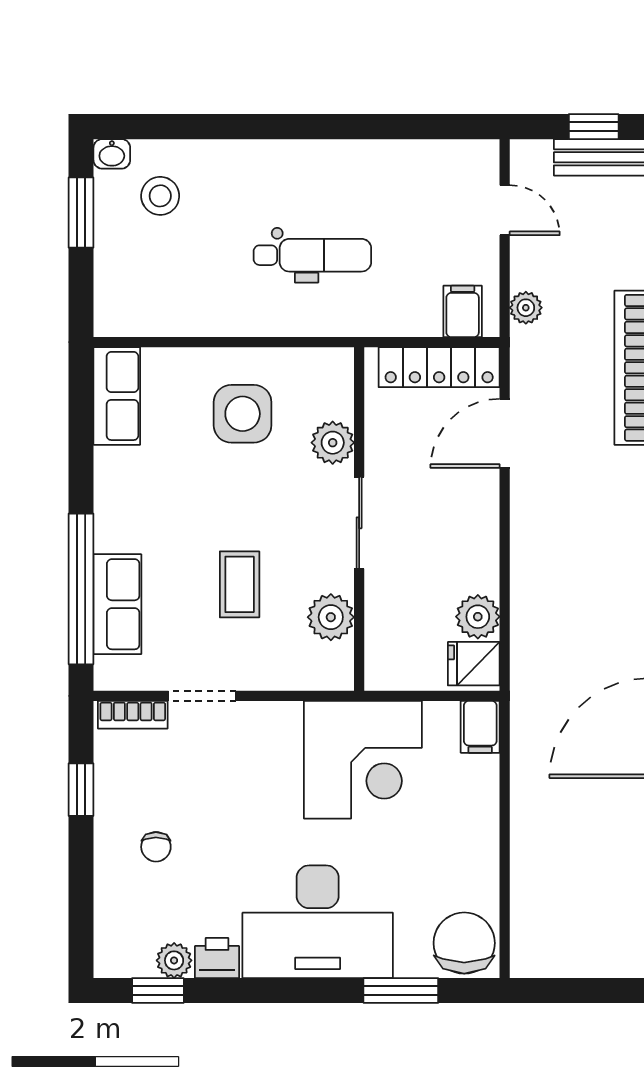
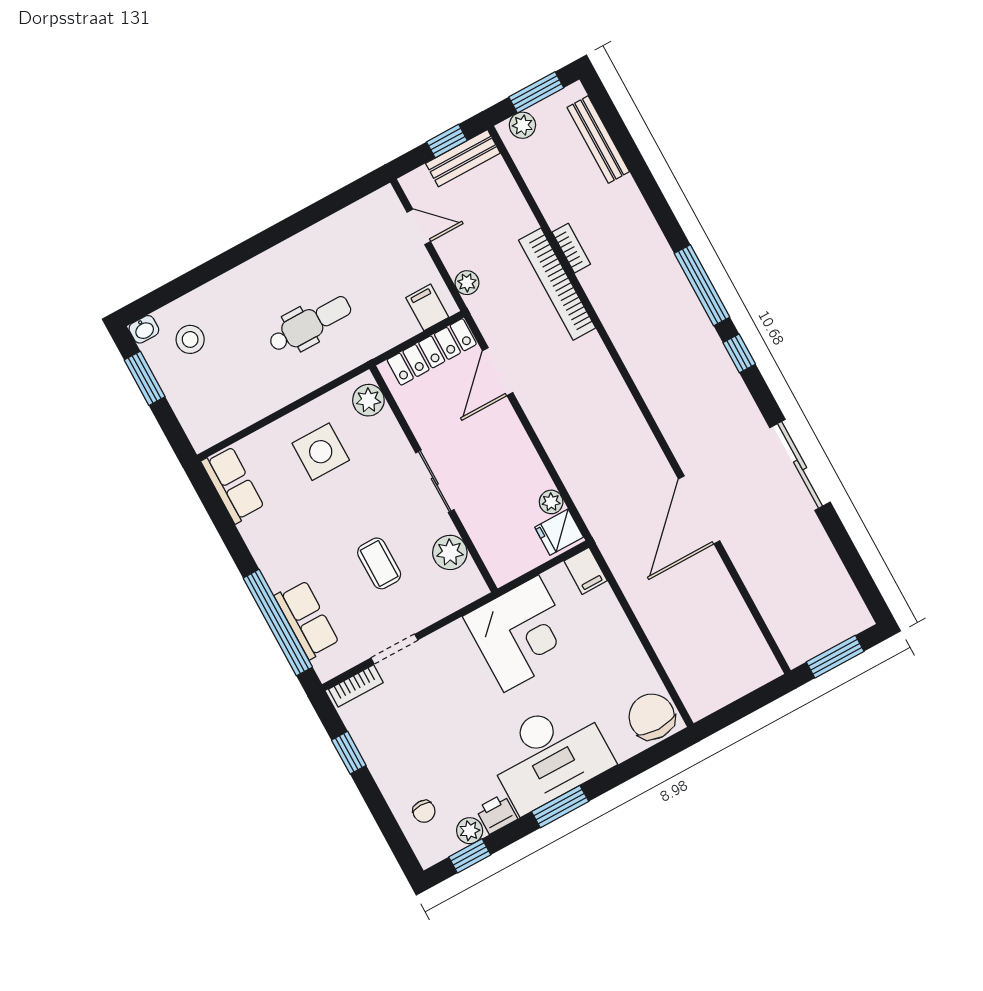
plant: (333, 443) -> (368, 400), moved
plant: (478, 617) -> (551, 502), width x0.73, depth x0.73
chair: (156, 847) -> (424, 811), moved
window: (401, 991) -> (560, 807), moved

